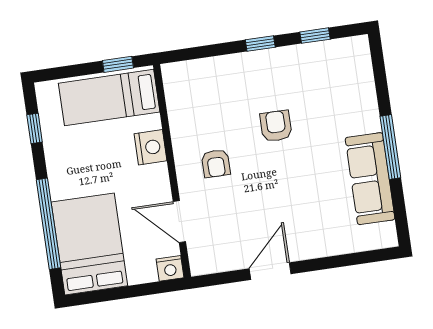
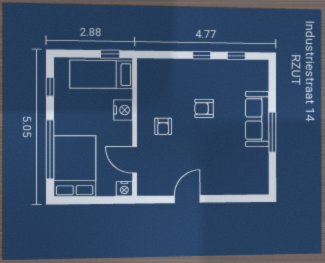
armchair: (276, 126) -> (204, 108), turned -90
sofa: (370, 179) -> (257, 119), moved

